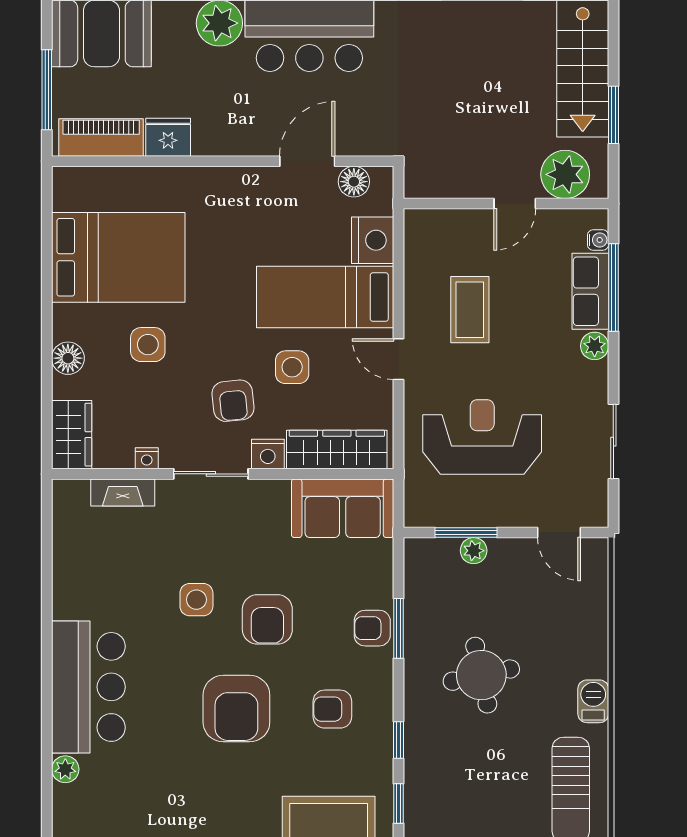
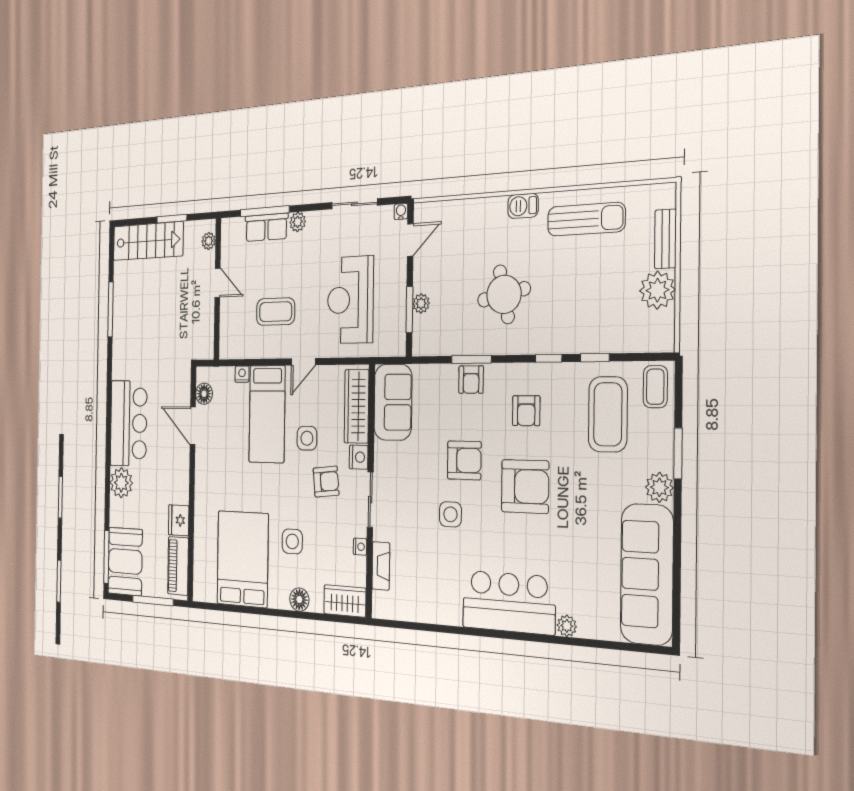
plant: (565, 174) -> (209, 241), width x0.53, depth x0.53
nightstand: (373, 240) -> (242, 374), width x0.53, depth x0.56
water cooler: (598, 240) -> (401, 212), moved

